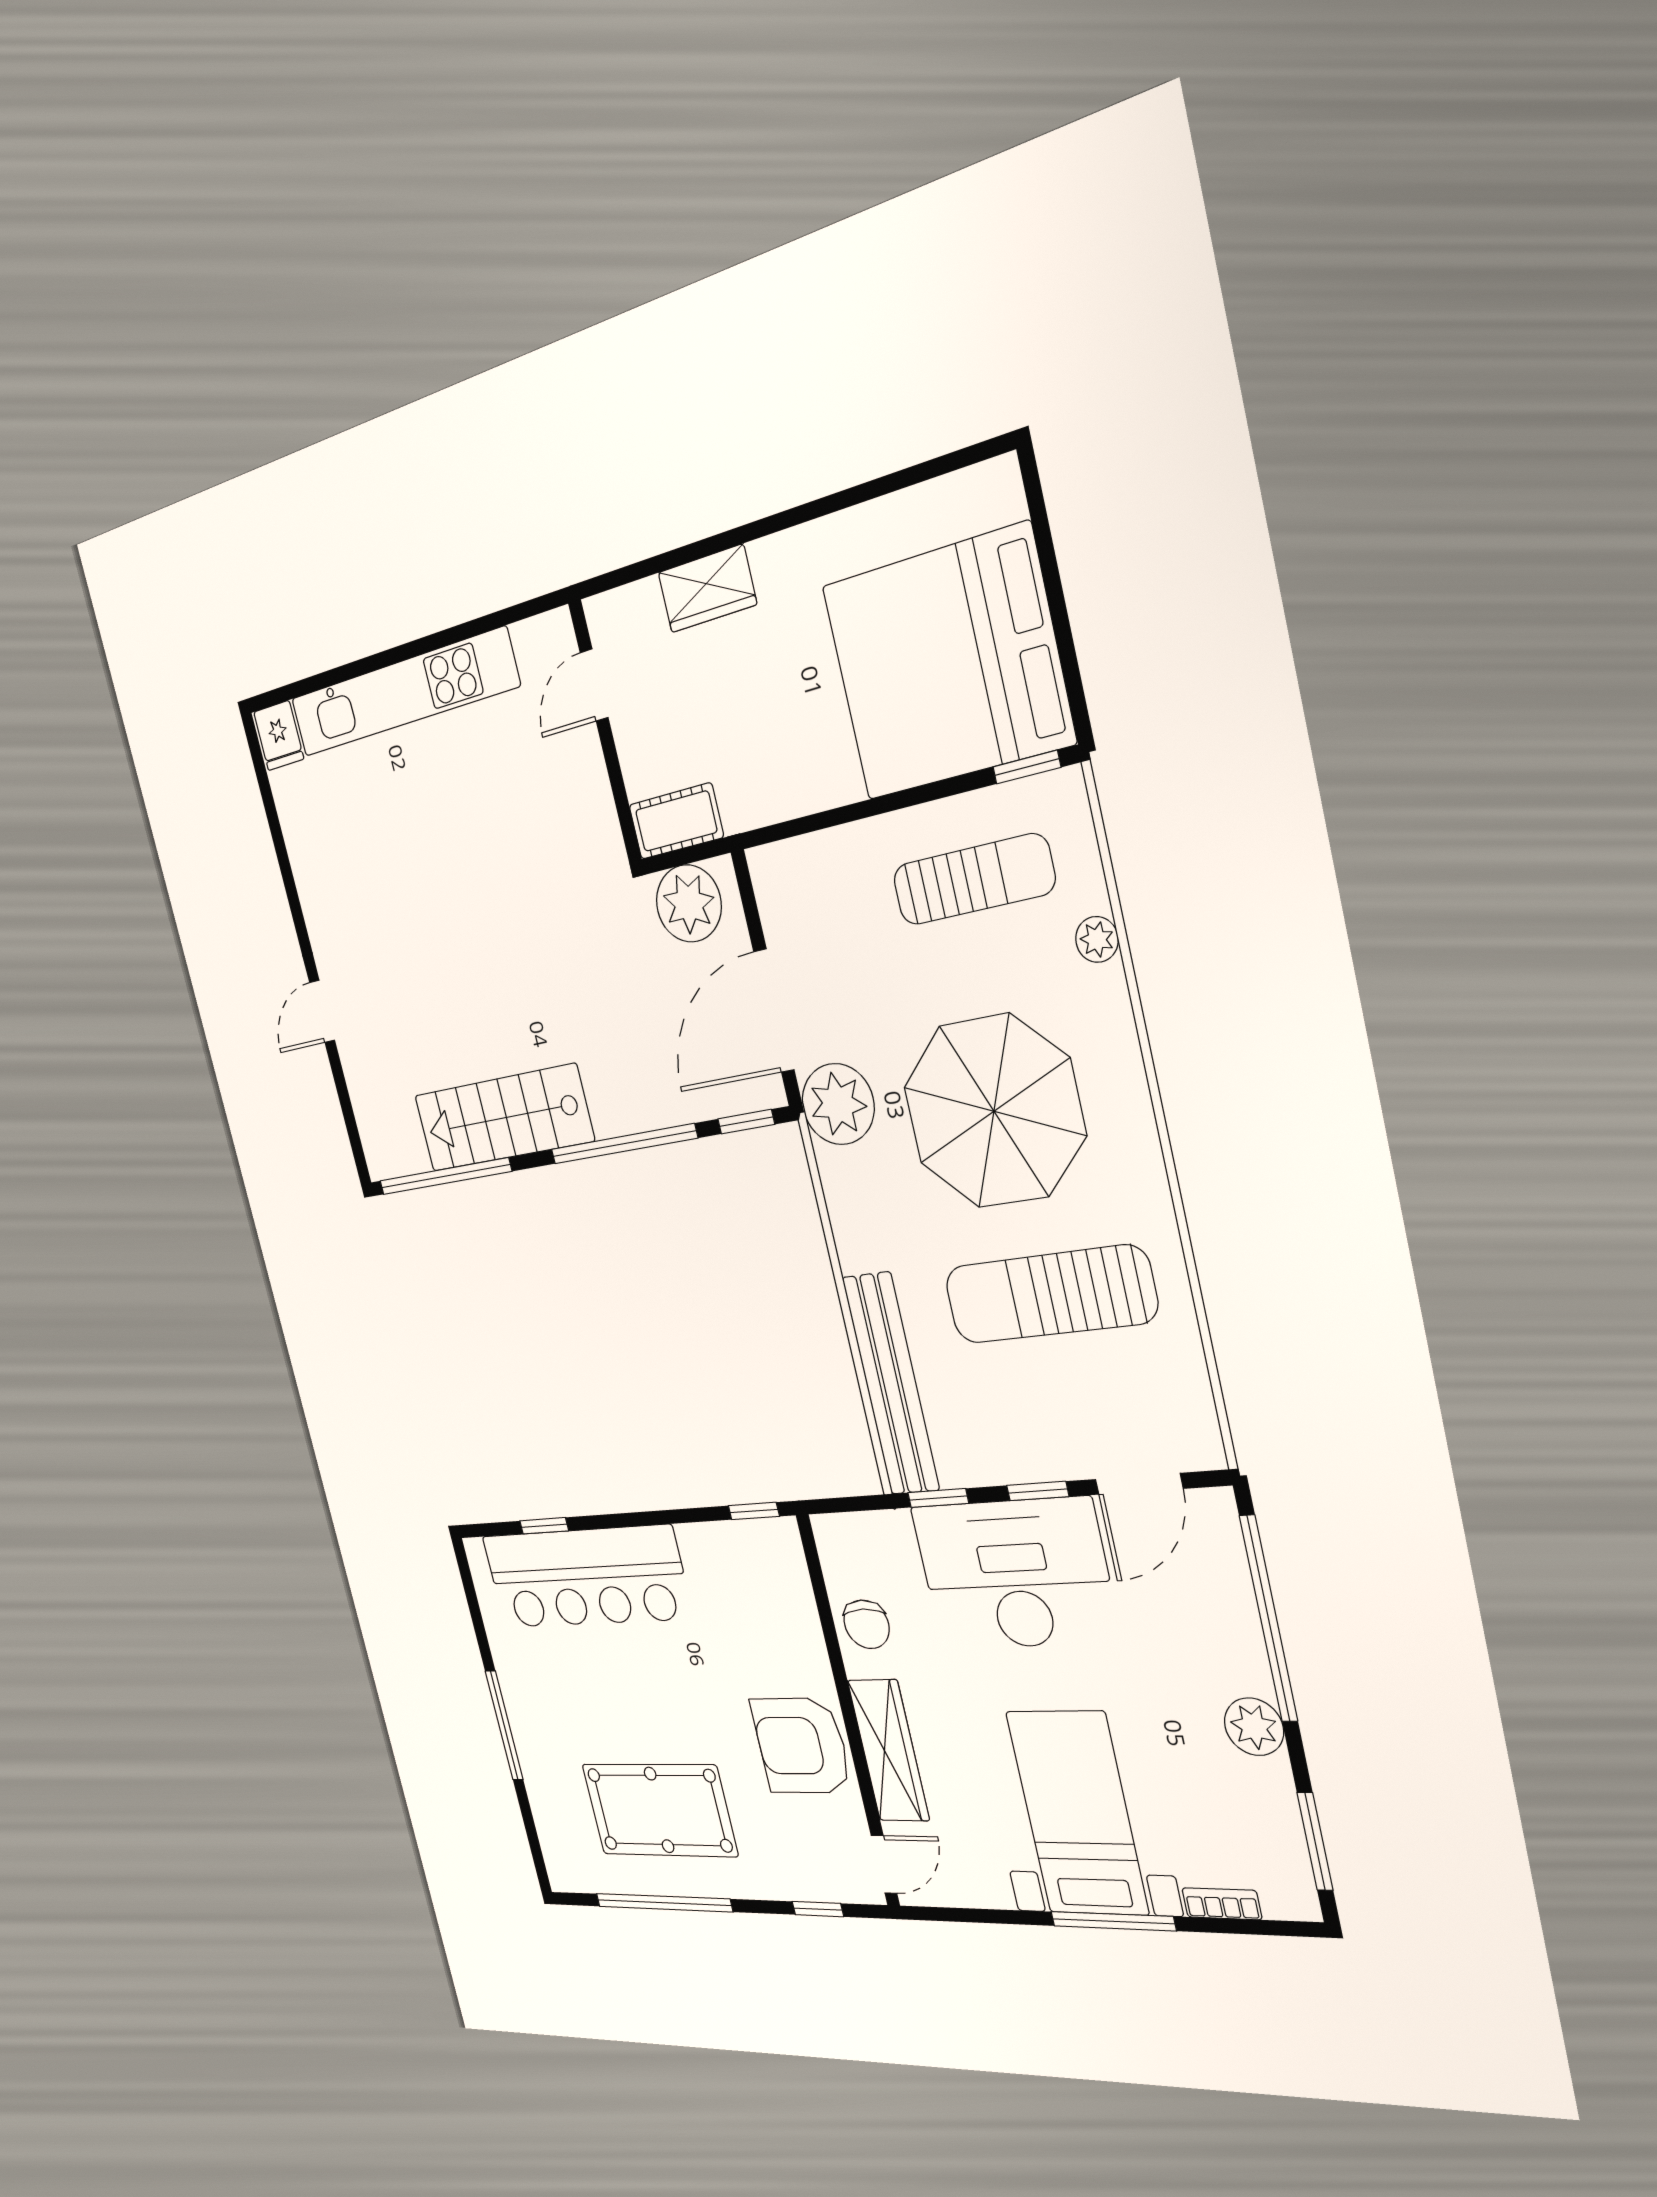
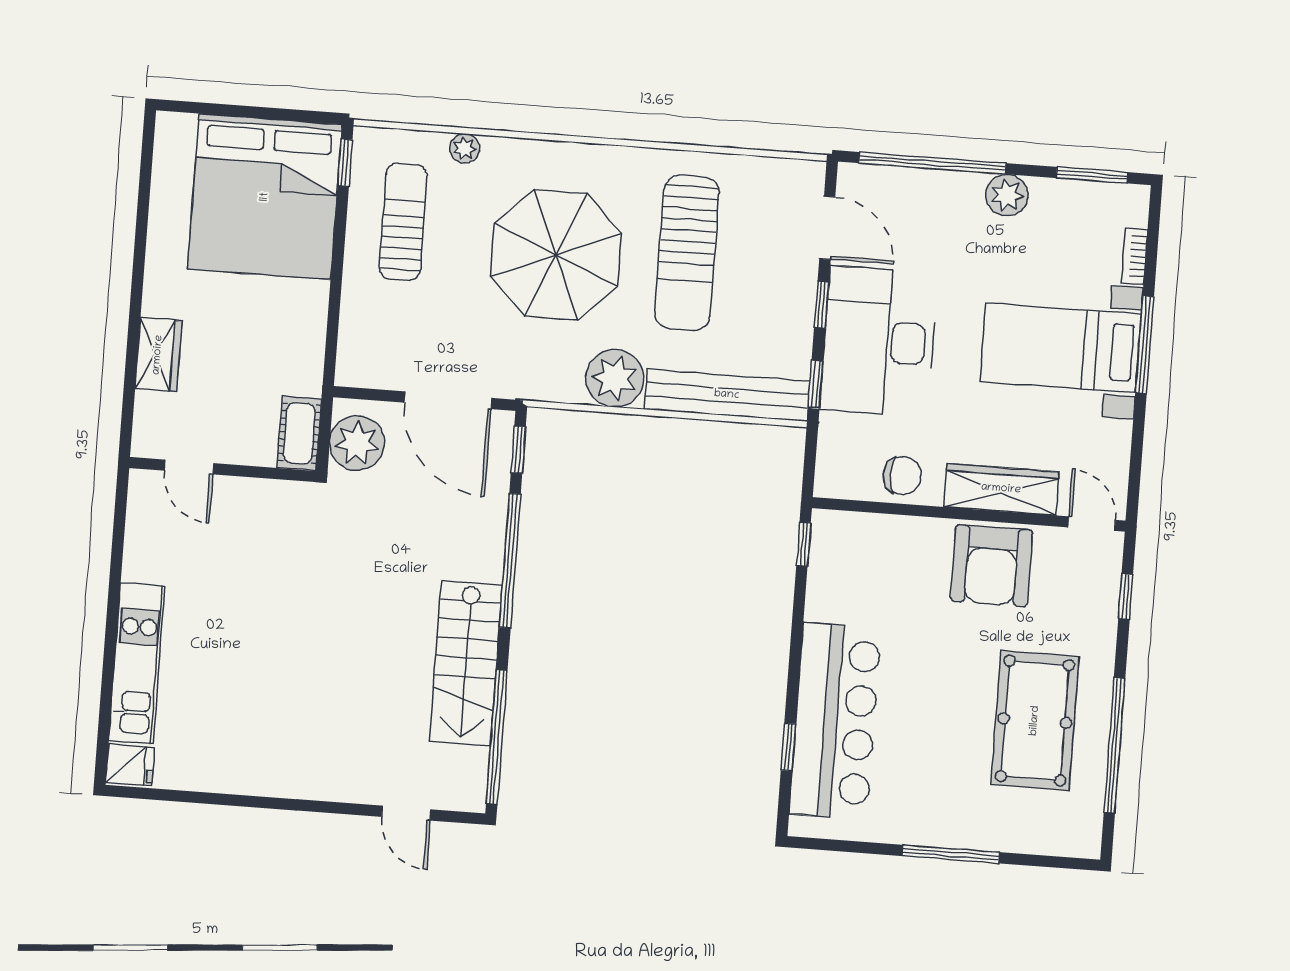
kitchen unit: (403, 693) -> (137, 663), width x0.73
door: (322, 1011) -> (406, 813), moved
plant: (838, 1104) -> (615, 378), moved

